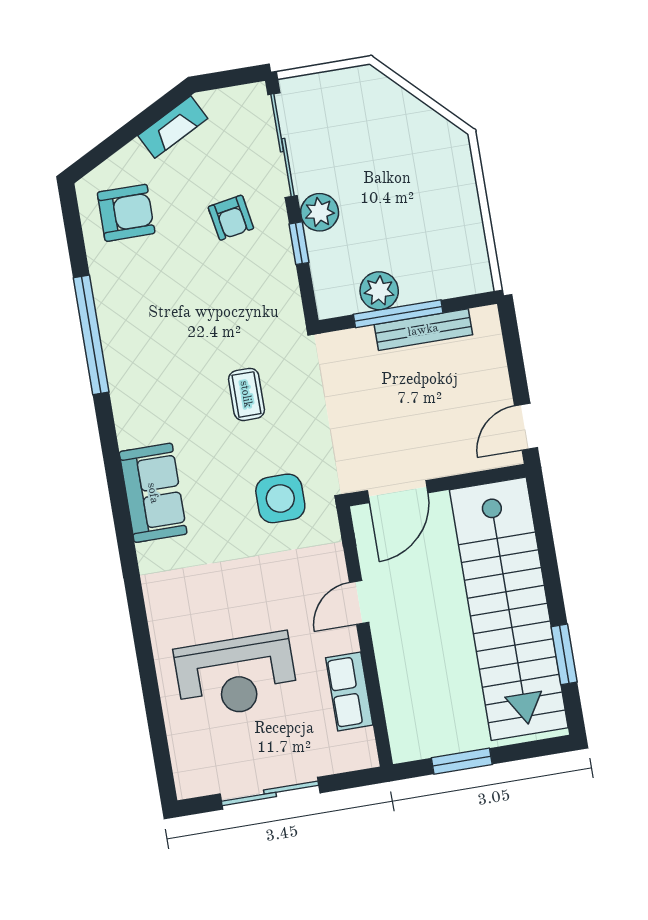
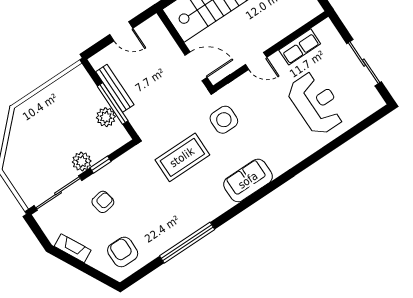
coffee table: (246, 394) -> (182, 157), width x1.86, depth x1.72
door: (526, 427) -> (121, 31), moved

